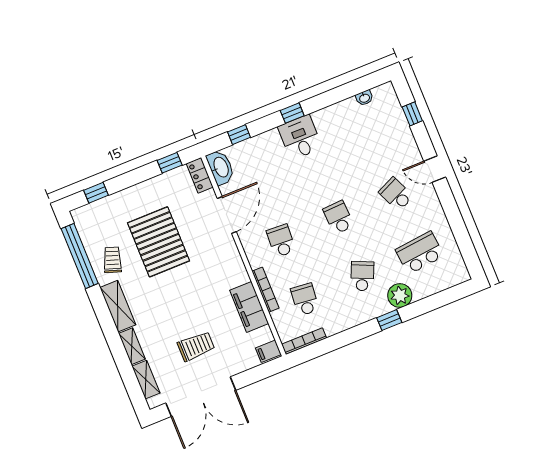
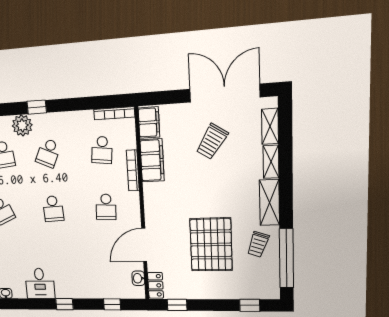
desk: (300, 137) -> (40, 283), moved
washbasin: (221, 167) -> (138, 278), width x0.52, depth x0.69
trolley: (196, 346) -> (212, 142), turned -57
filing cabinet: (268, 351) -> (149, 122), width x2.00

